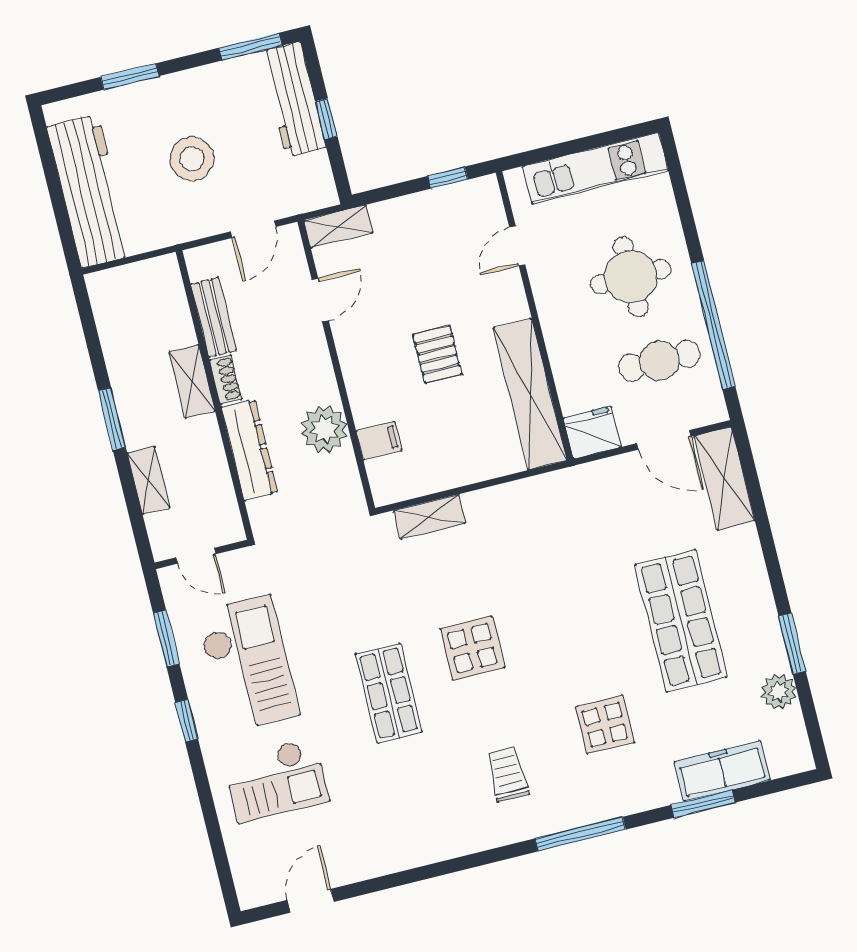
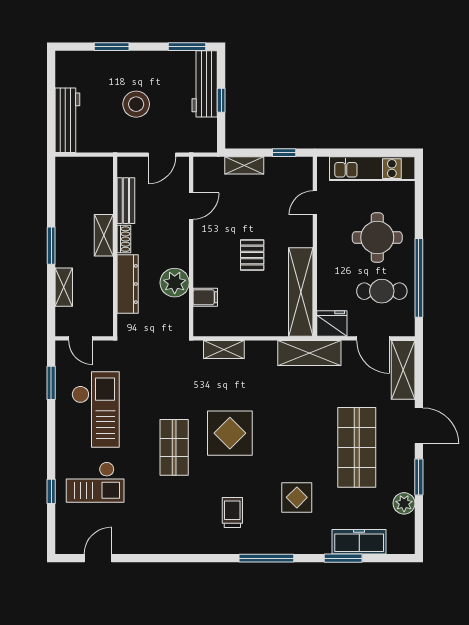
workbench: (90, 191) -> (67, 120), width x0.73, depth x0.76
shelving: (338, 226) -> (244, 165), moved
shelving: (568, 489) -> (309, 353), added
door: (772, 561) -> (419, 426), added
display table: (472, 648) -> (230, 433), width x1.36, depth x1.36
window: (187, 721) -> (51, 491), moved

